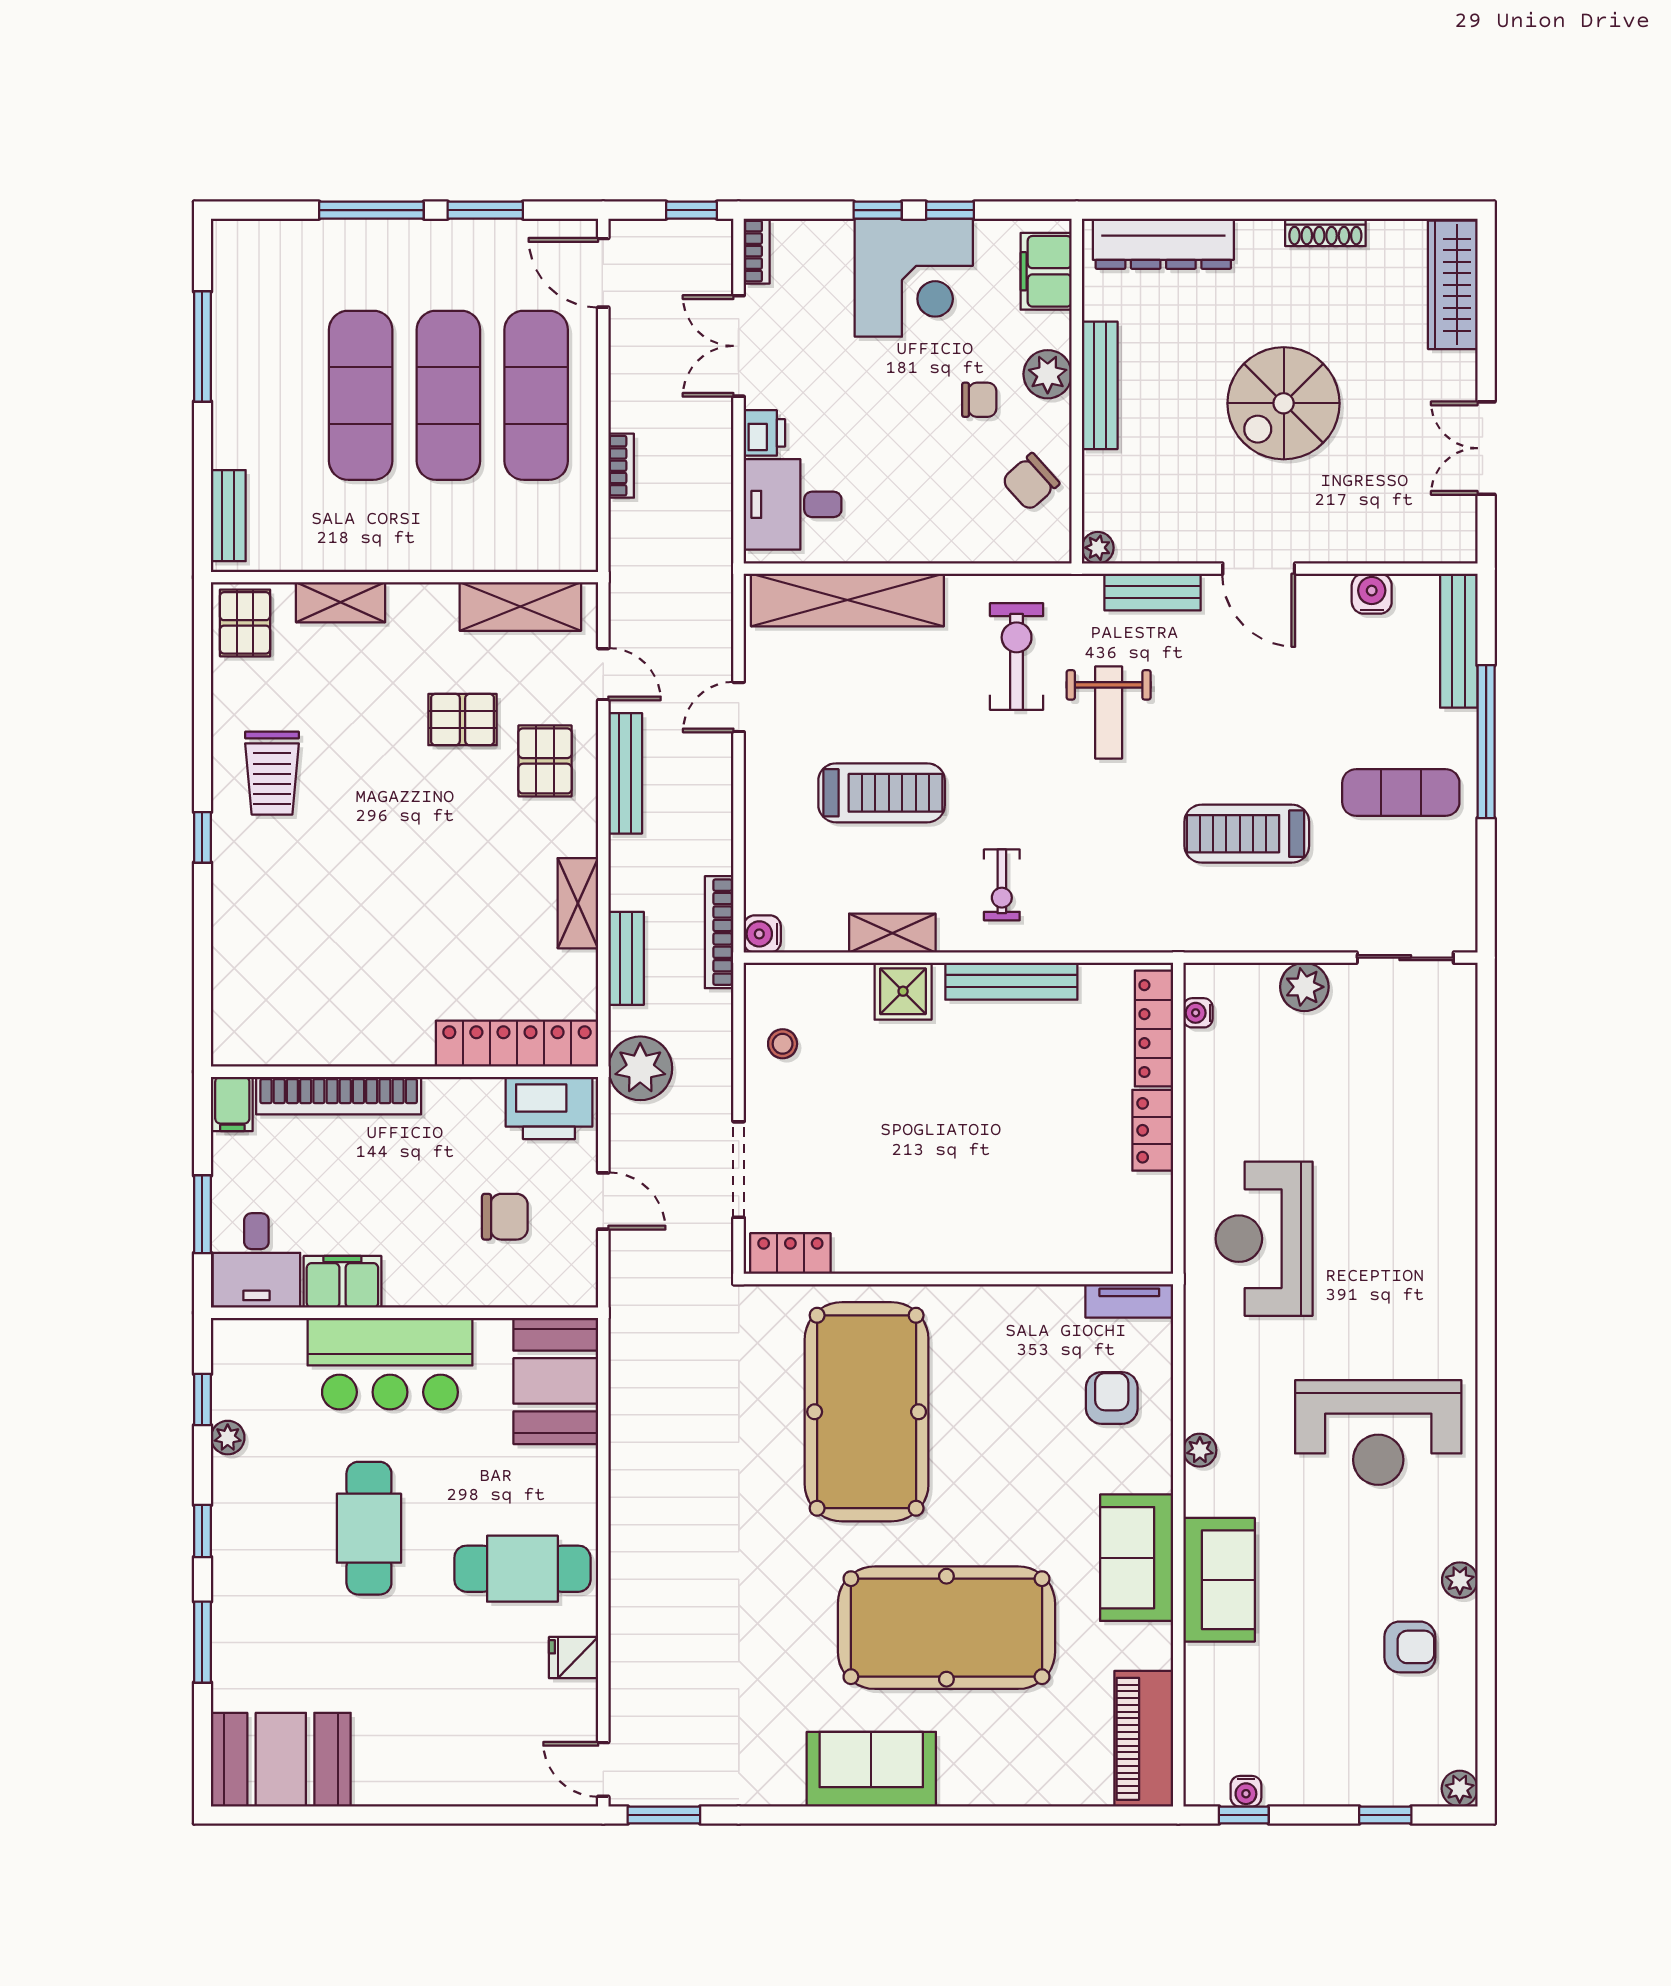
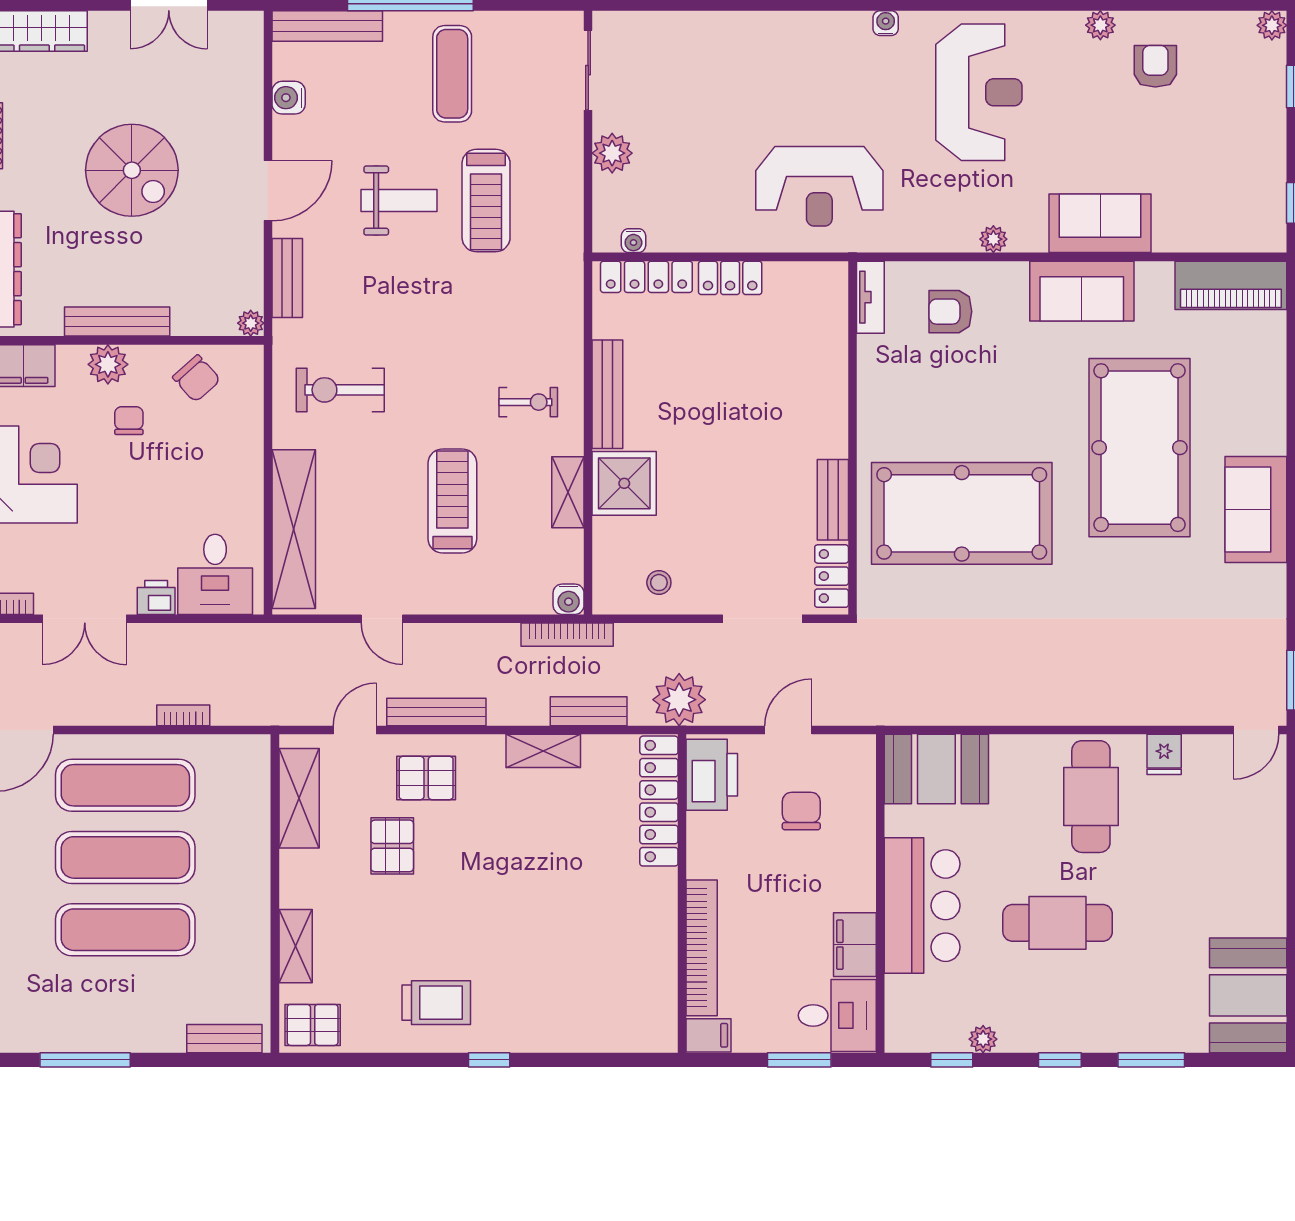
weight bench: (1109, 713) -> (399, 201), moved
shower: (903, 991) -> (624, 483), width x1.36, depth x1.36
bench: (883, 1255) -> (833, 500), added
water cooler: (1246, 1791) -> (886, 23), moved, turned -90

